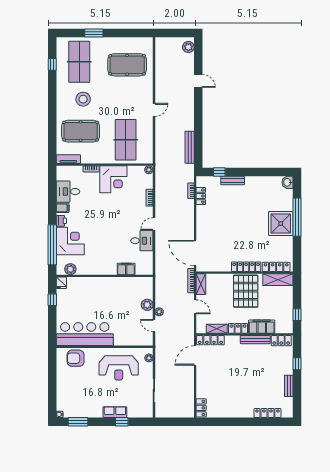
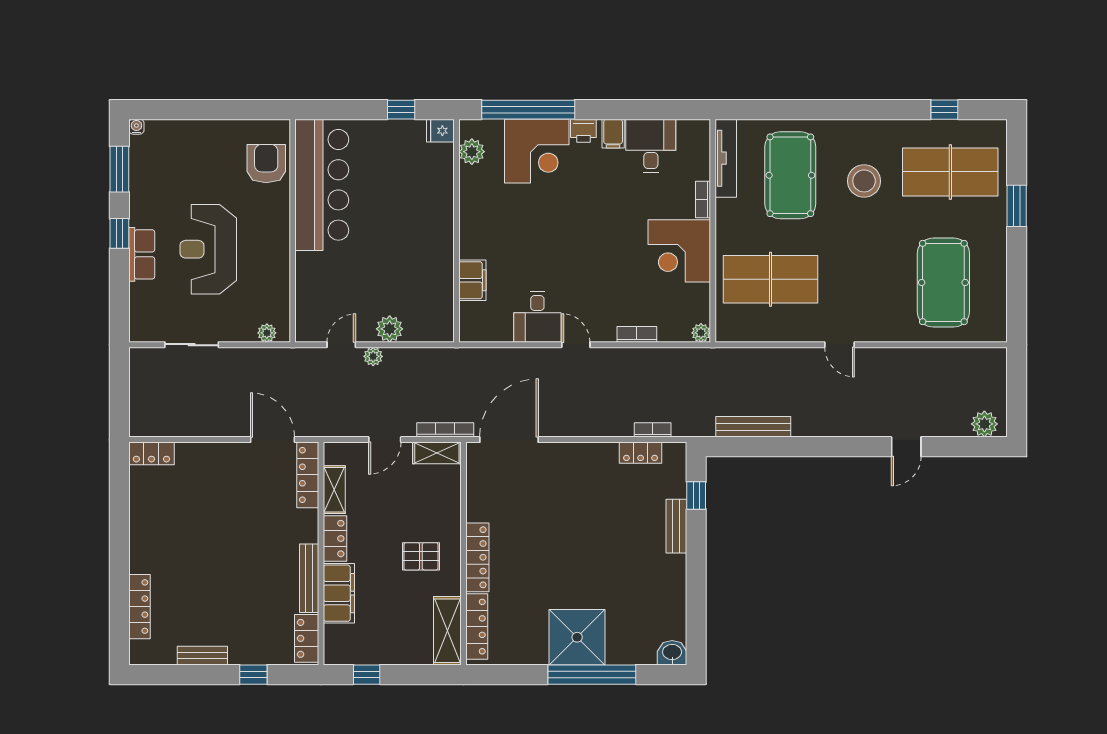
tv unit: (68, 159) -> (726, 158), width x1.41
pallet: (246, 291) -> (421, 556), width x0.49, depth x0.50
reception desk: (119, 368) -> (208, 249), moved
window: (122, 422) -> (119, 233), moved

